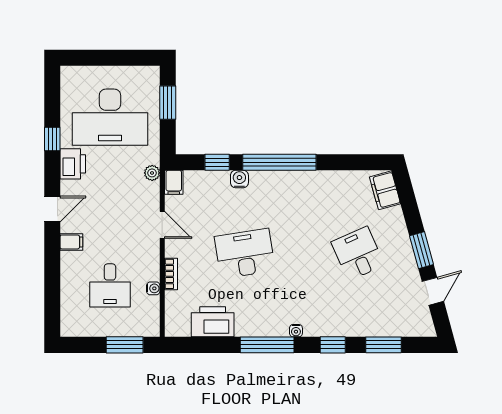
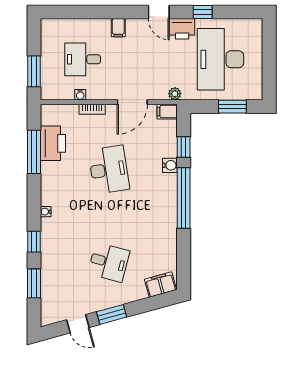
door: (52, 209) -> (159, 12), moved
door: (162, 225) -> (132, 102), width x1.38
desk: (358, 254) -> (109, 262), turned 39
window: (267, 345) -> (34, 152), moved

